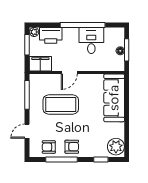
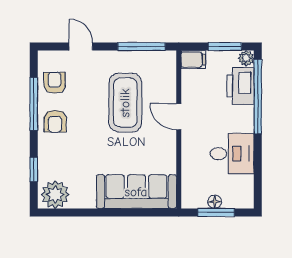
window: (83, 25) -> (258, 97), moved
filing cabinet: (40, 64) -> (193, 60), width x0.50

